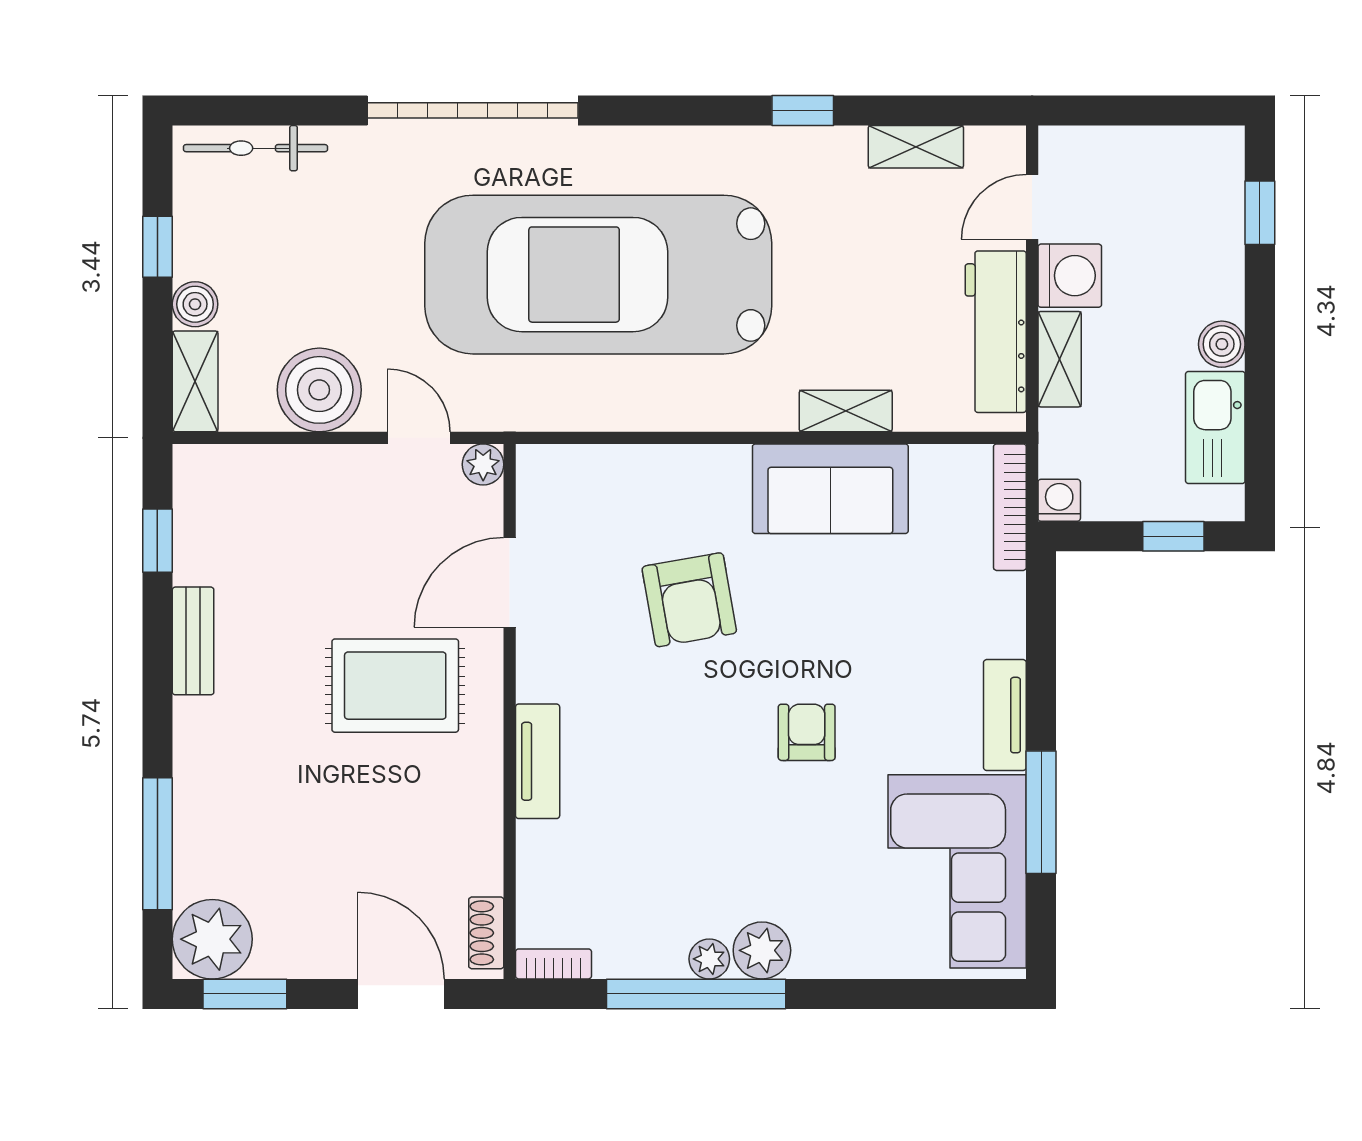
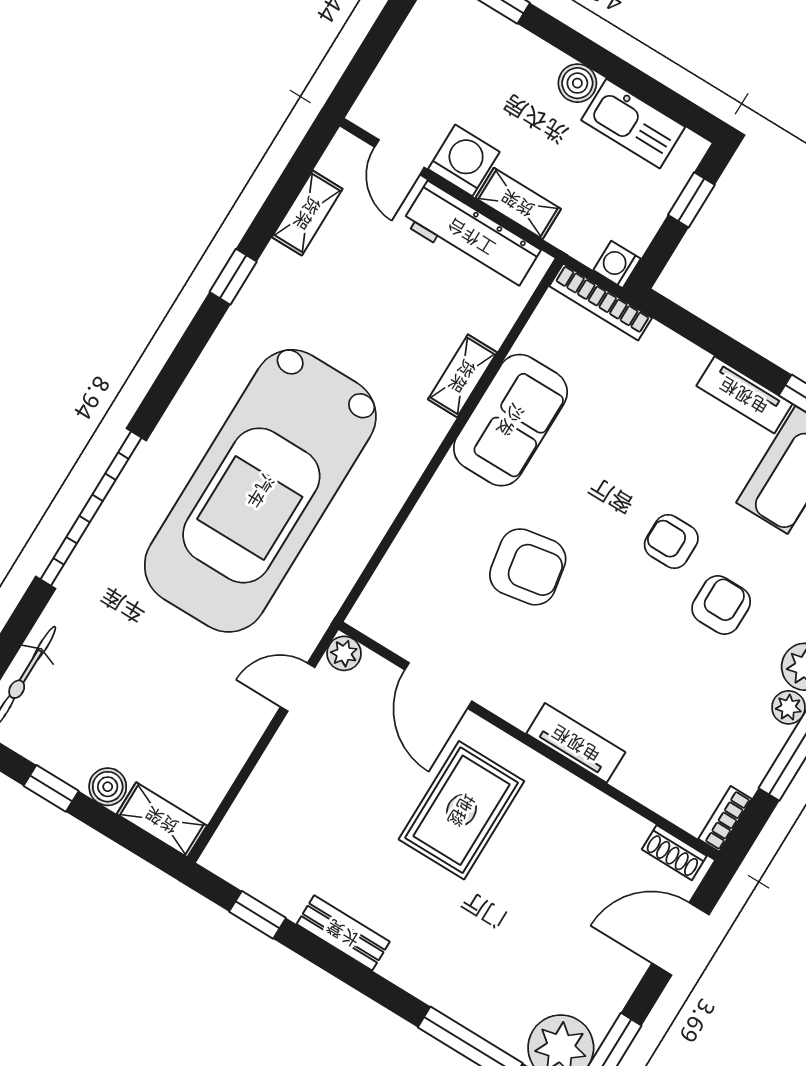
boiler: (319, 390) -> (221, 736), removed
armchair: (773, 824) -> (721, 605), added

